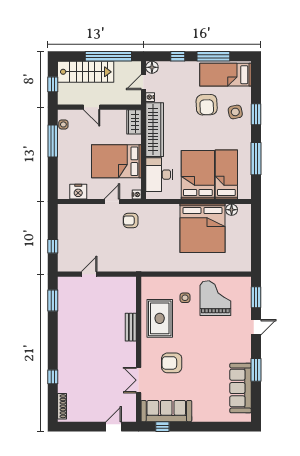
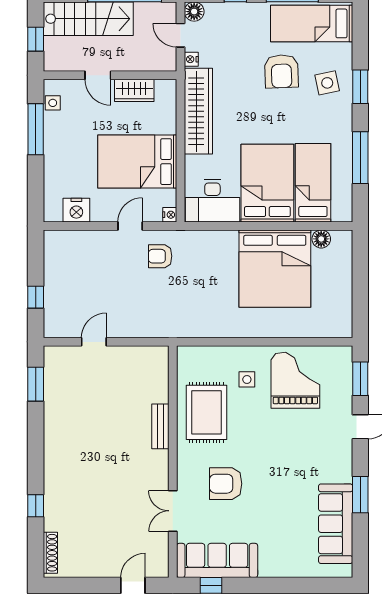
door: (143, 82) -> (181, 35), hinge flipped
wardrobe: (134, 122) -> (134, 90), moved, turned -90
desk: (159, 175) -> (212, 201), moved, turned -90

